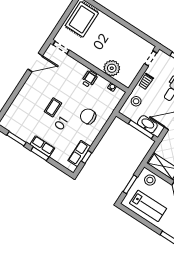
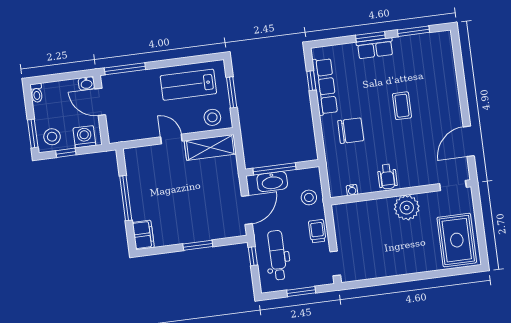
plant: (112, 68) -> (407, 208), moved
row of seats: (79, 154) -> (325, 86), width x1.48

